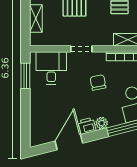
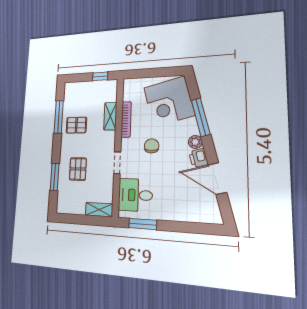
shelving: (36, 19) -> (99, 210), moved
chair: (98, 82) -> (152, 146), turned 101

